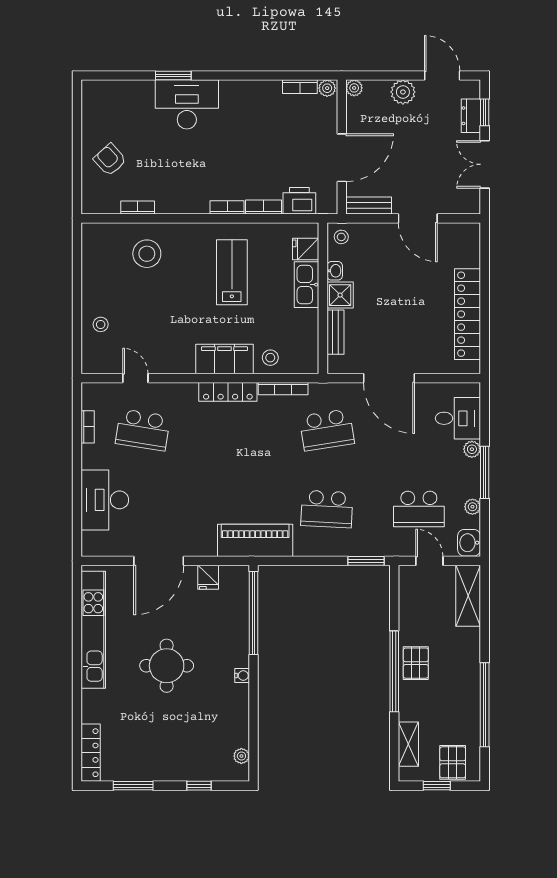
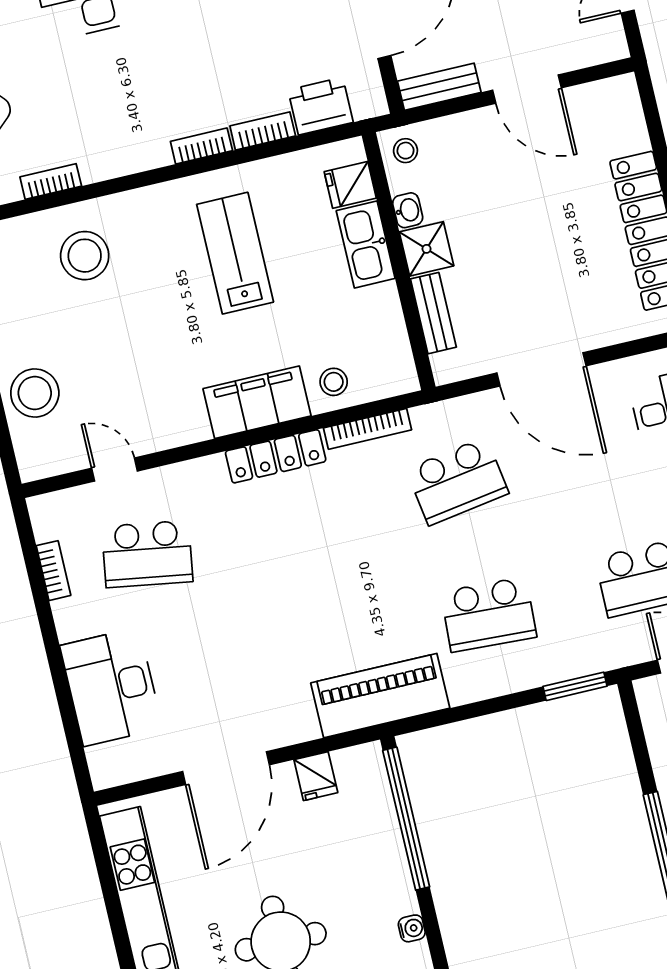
stool: (101, 324) -> (35, 393), width x1.89, depth x1.89

